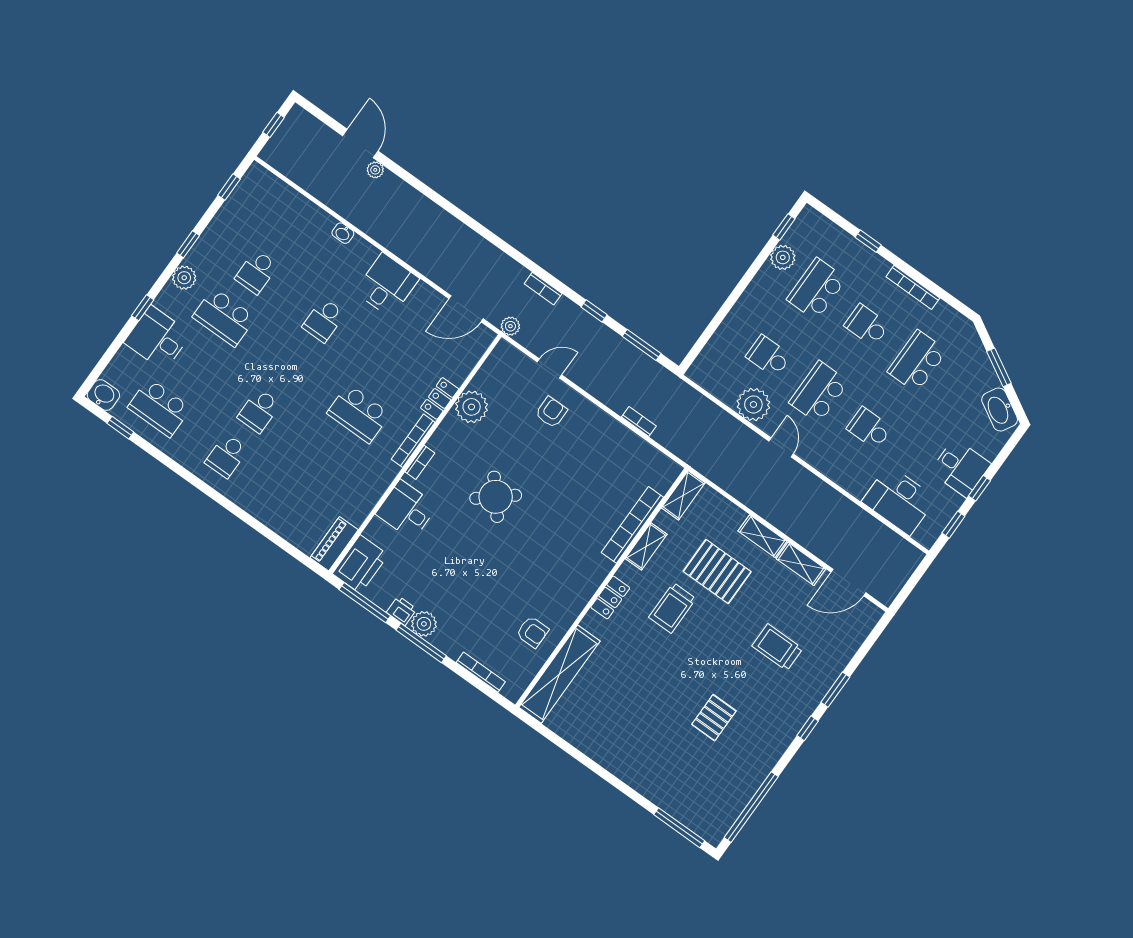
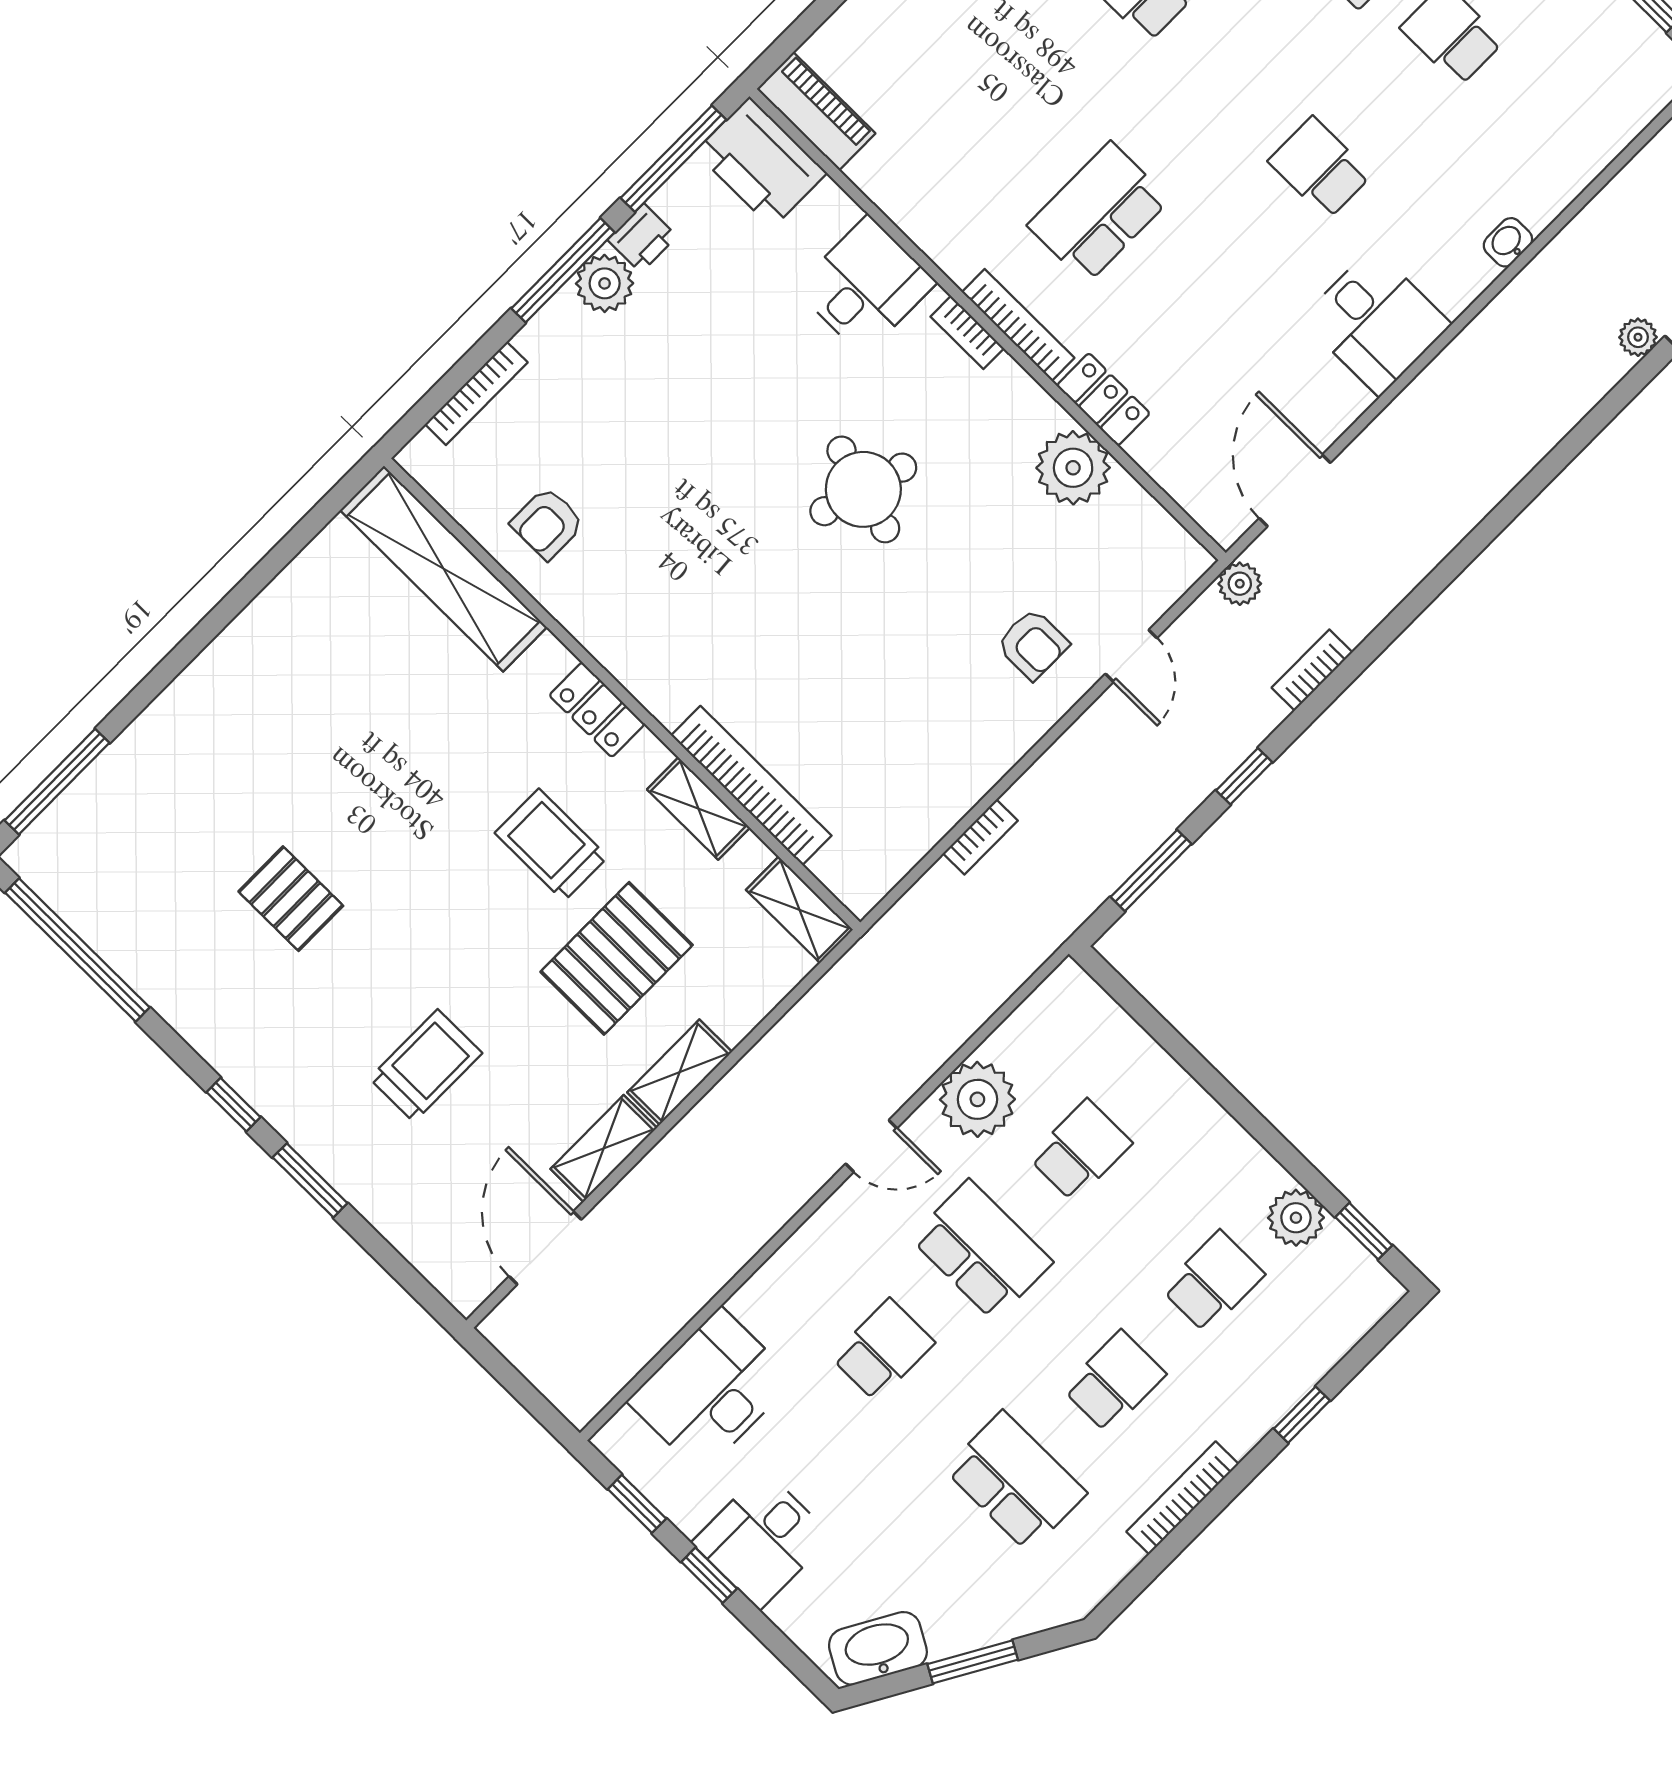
school desk: (816, 289) -> (1213, 1282), width x0.54
round table: (496, 497) -> (863, 489), turned -34

